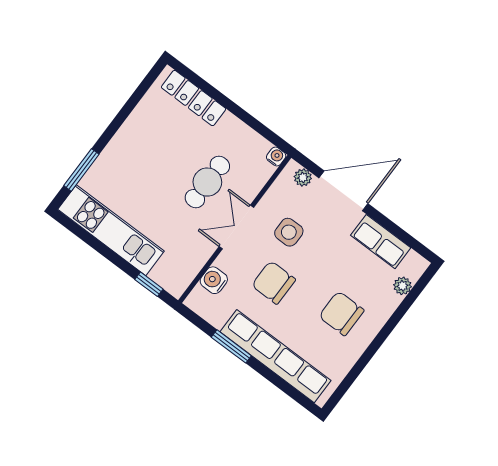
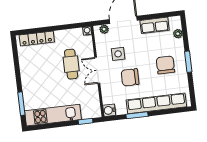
water cooler: (214, 280) -> (109, 110), moved
chair: (341, 313) -> (165, 65), turned 90
window: (379, 340) -> (188, 62), added

